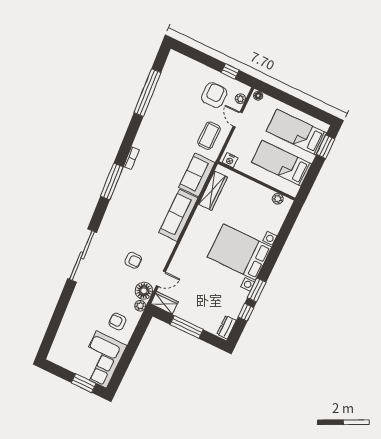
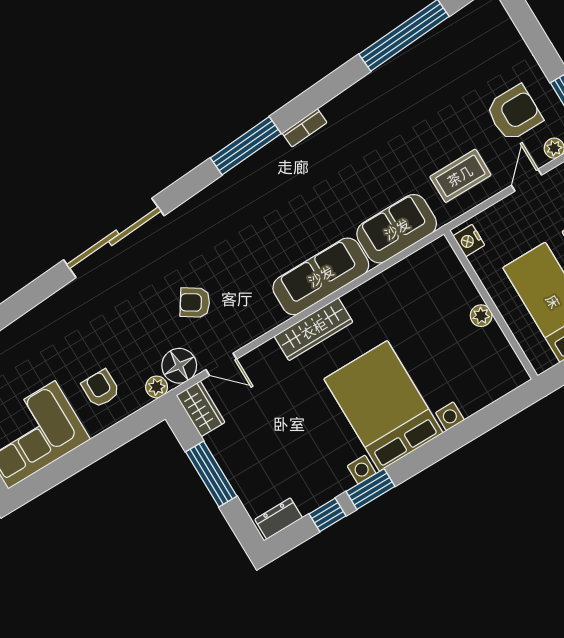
wardrobe: (213, 191) -> (314, 329), moved
plant: (278, 199) -> (481, 316), moved
armchair: (133, 260) -> (195, 303), turned 123

